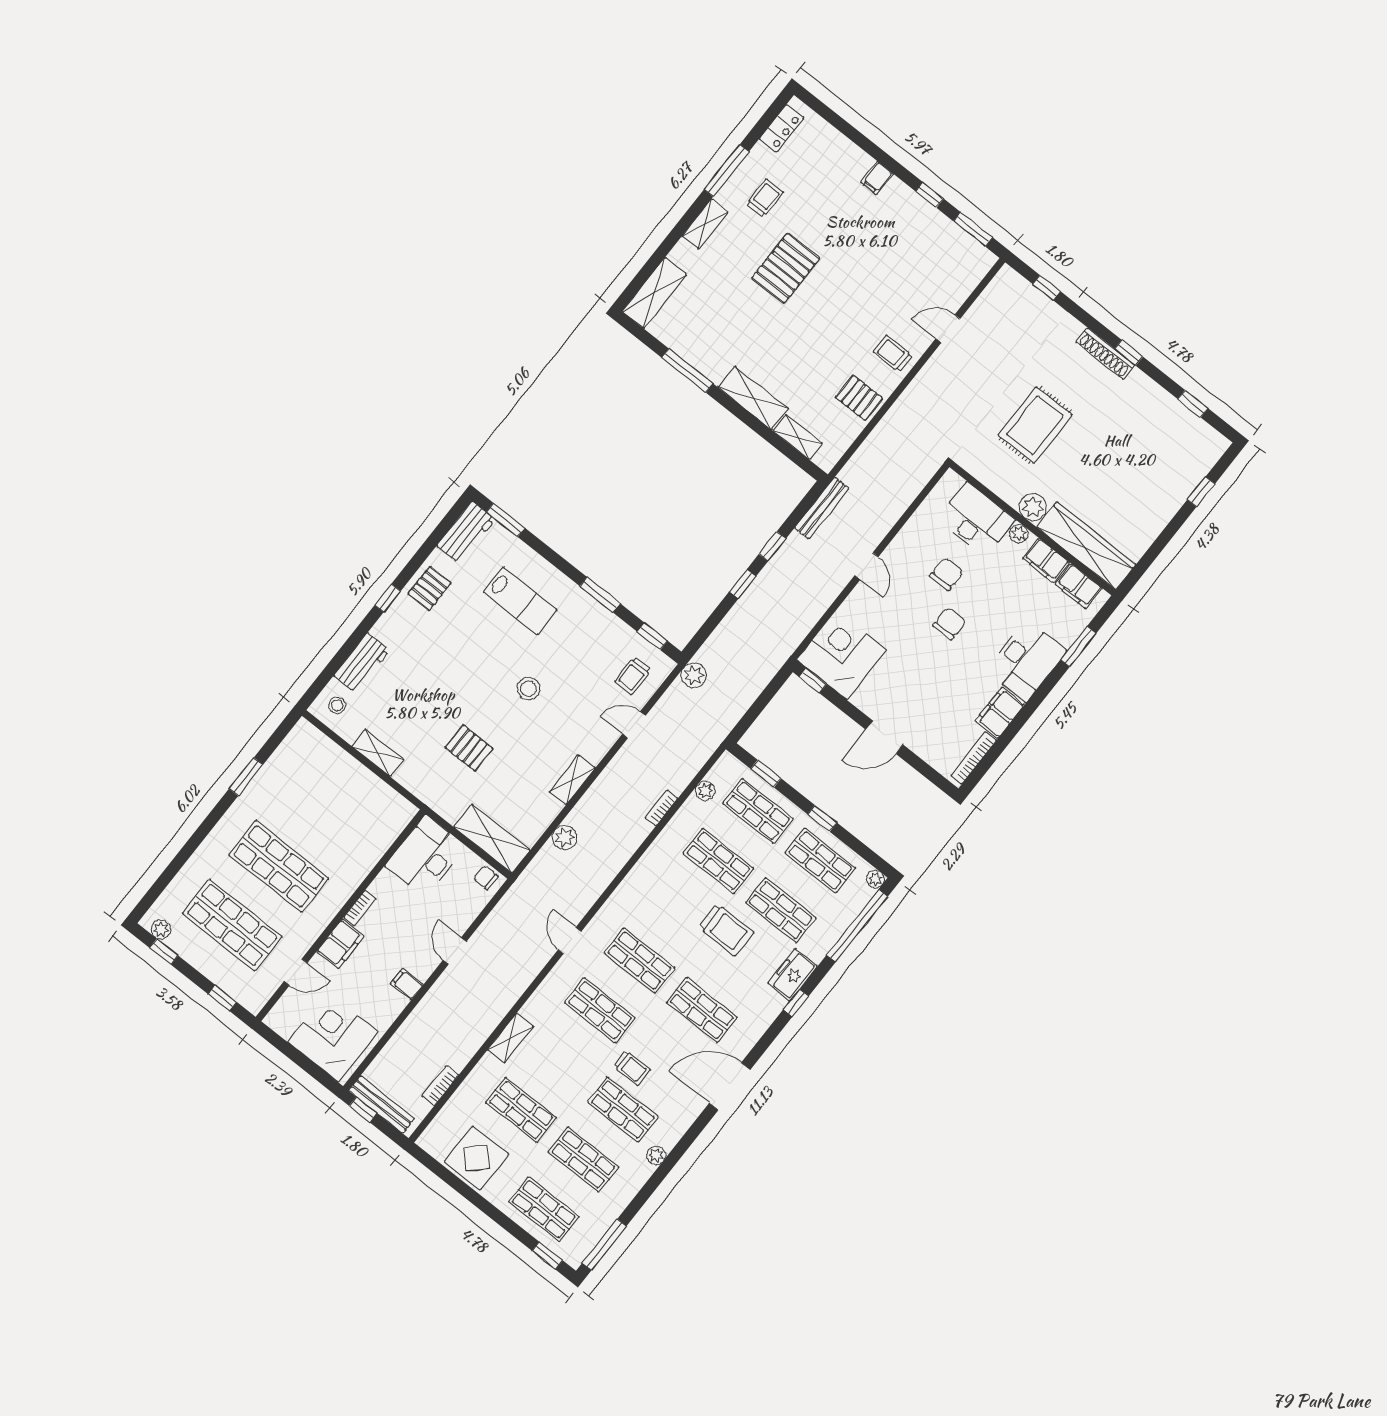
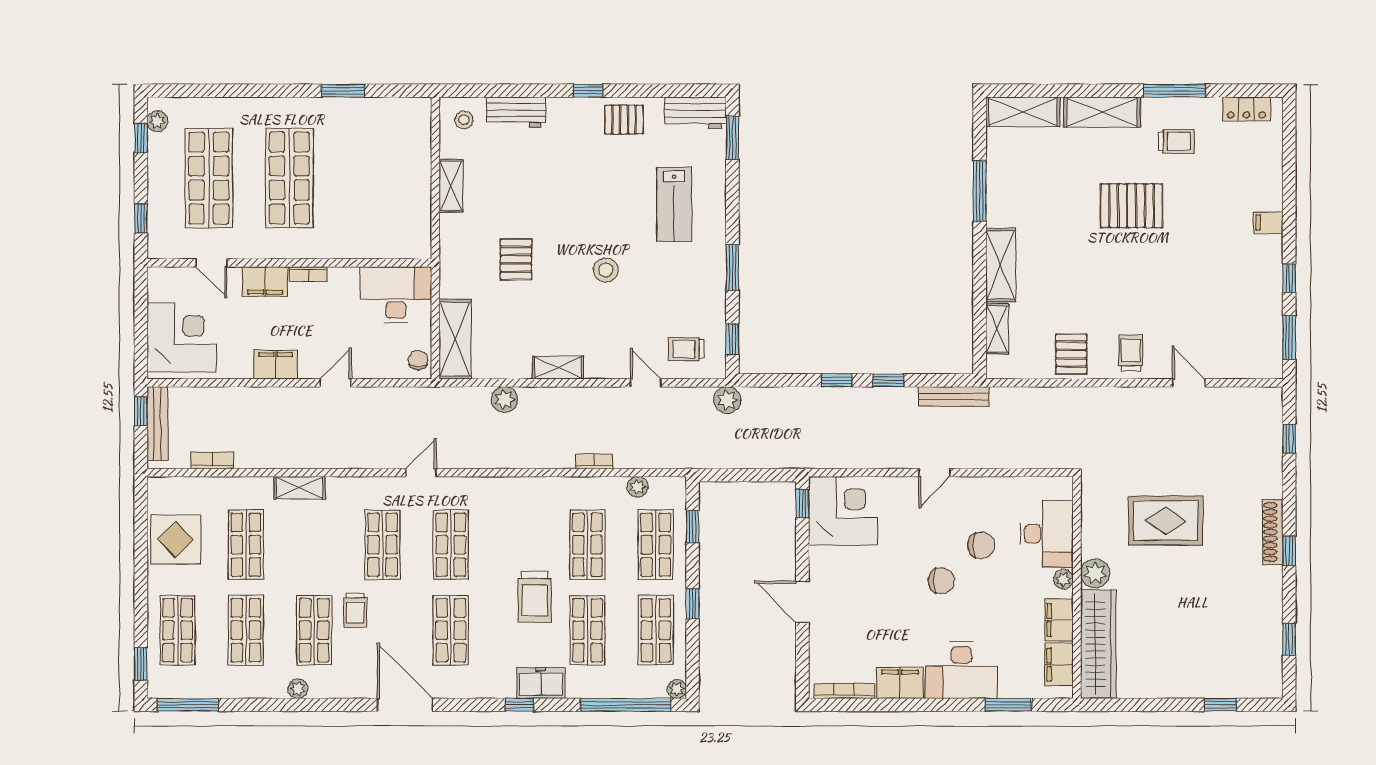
shelving: (705, 224) -> (1102, 112), width x1.50, depth x1.33
filing cabinet: (407, 984) -> (276, 365), width x2.00

